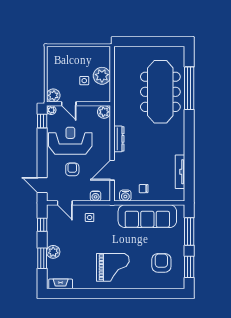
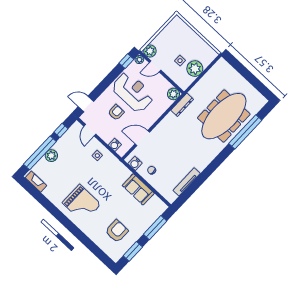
door: (69, 104) -> (155, 66), hinge flipped
dresser: (119, 139) -> (182, 105), moved
door: (42, 185) -> (86, 104), hinge flipped
sofa: (147, 216) -> (138, 189), width x0.54, depth x0.79
window: (42, 258) -> (40, 153), width x2.11

